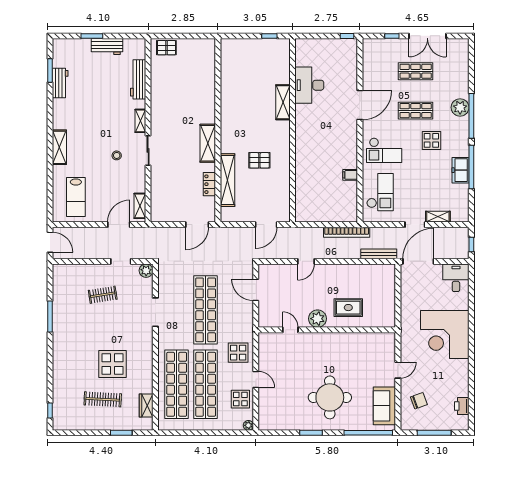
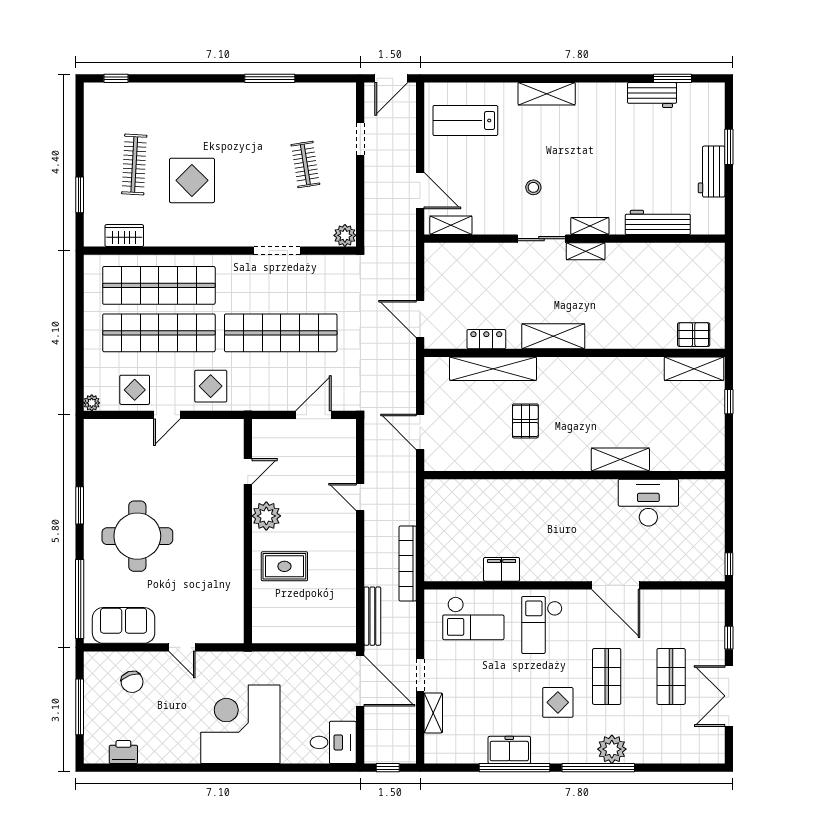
window: (269, 36) -> (729, 402), moved
pallet: (166, 48) -> (694, 335), moved, turned 90
shelving: (228, 57) -> (694, 369), added
shelving: (156, 123) -> (586, 251), added
filing cabinet: (350, 175) -> (502, 569), width x2.00
doorway: (121, 261) -> (360, 139), moved
rug: (348, 308) -> (284, 566), turned 90

